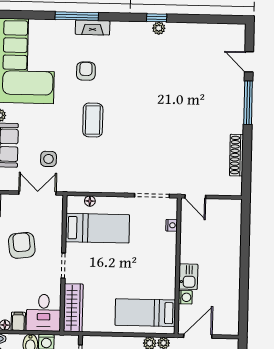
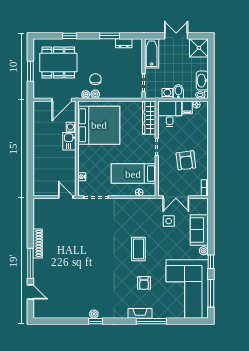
shoe rack: (236, 155) -> (38, 243), moved
bed: (145, 313) -> (99, 125), width x2.04

